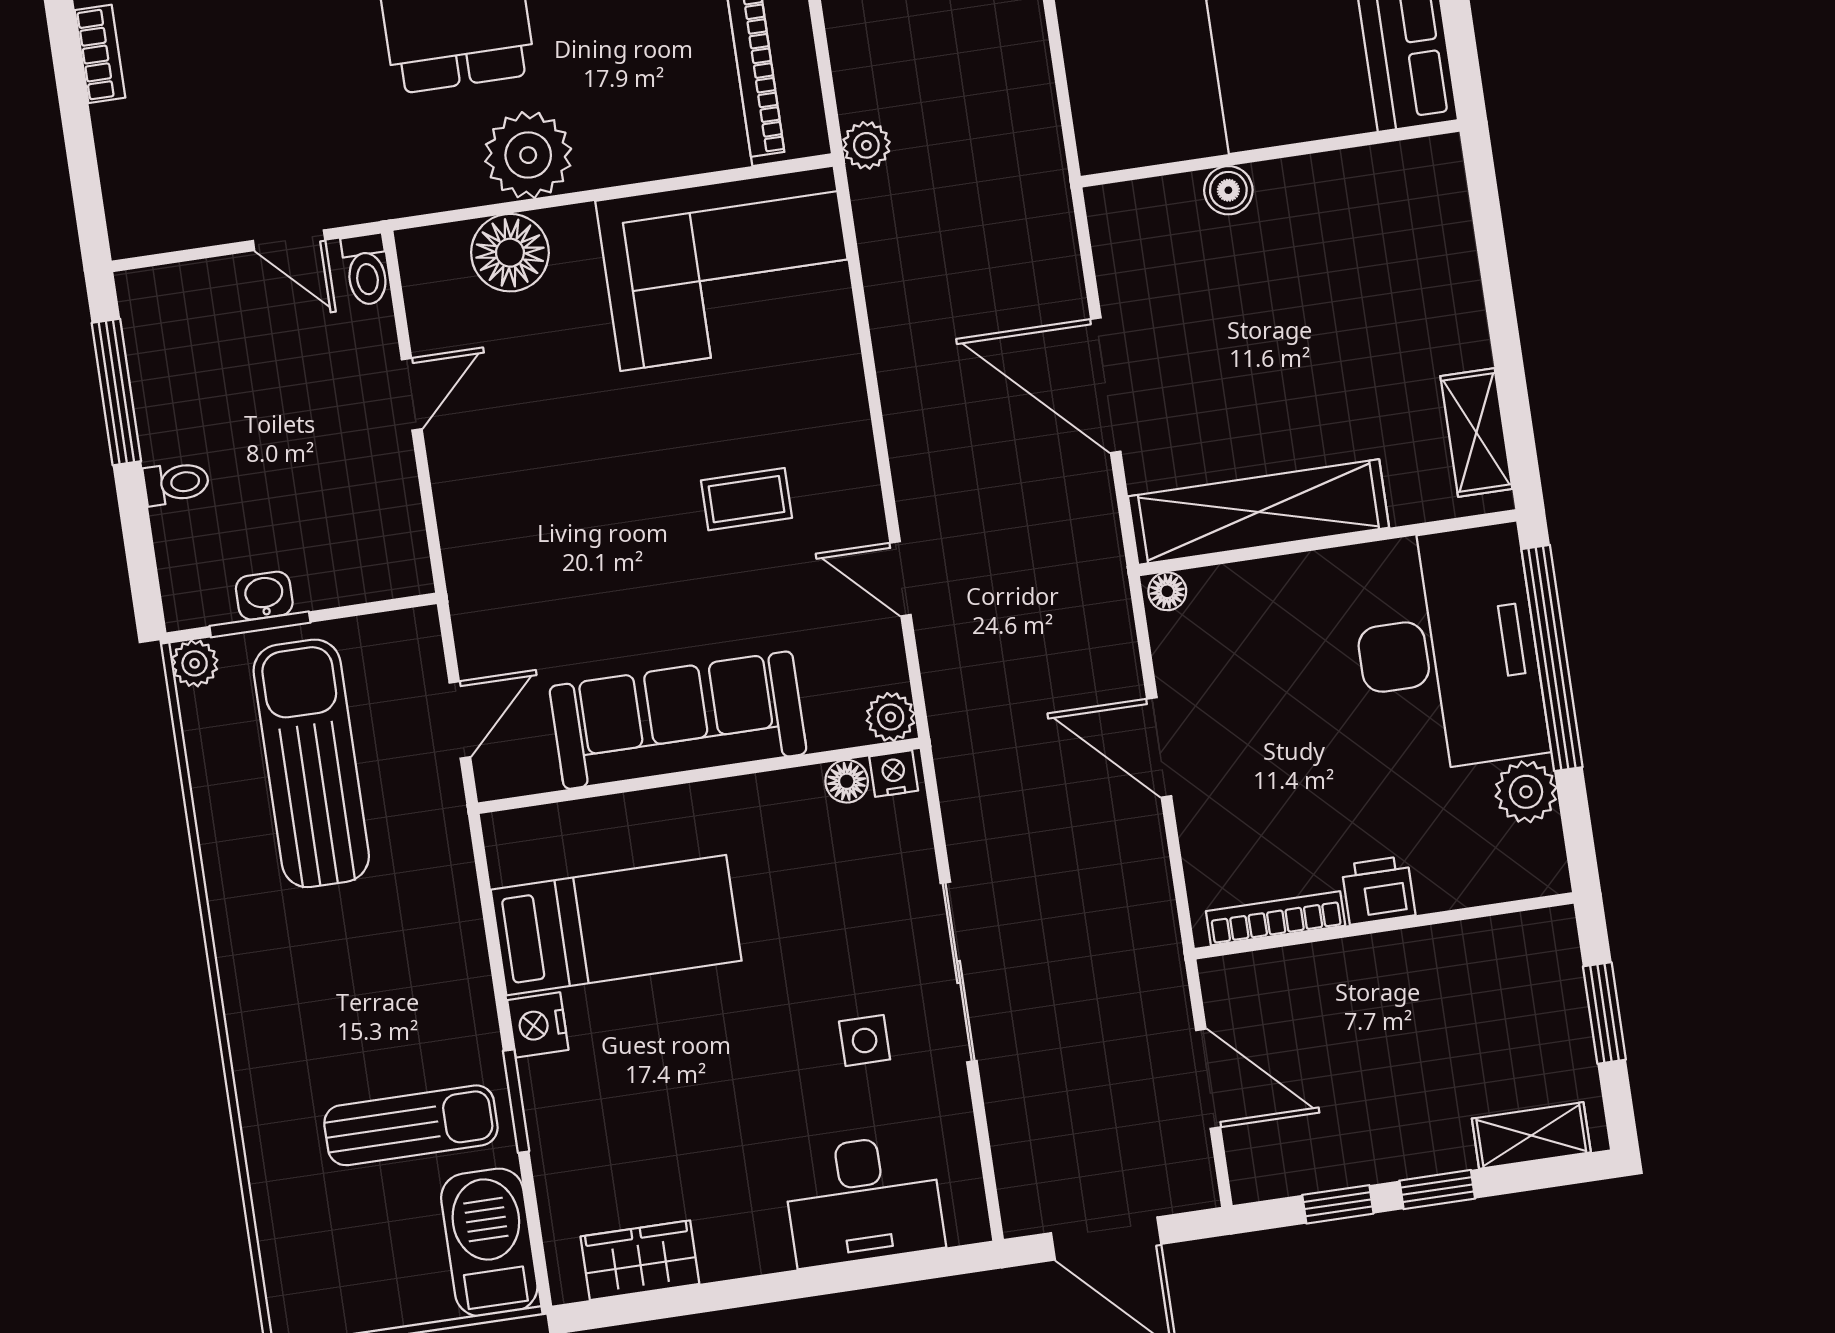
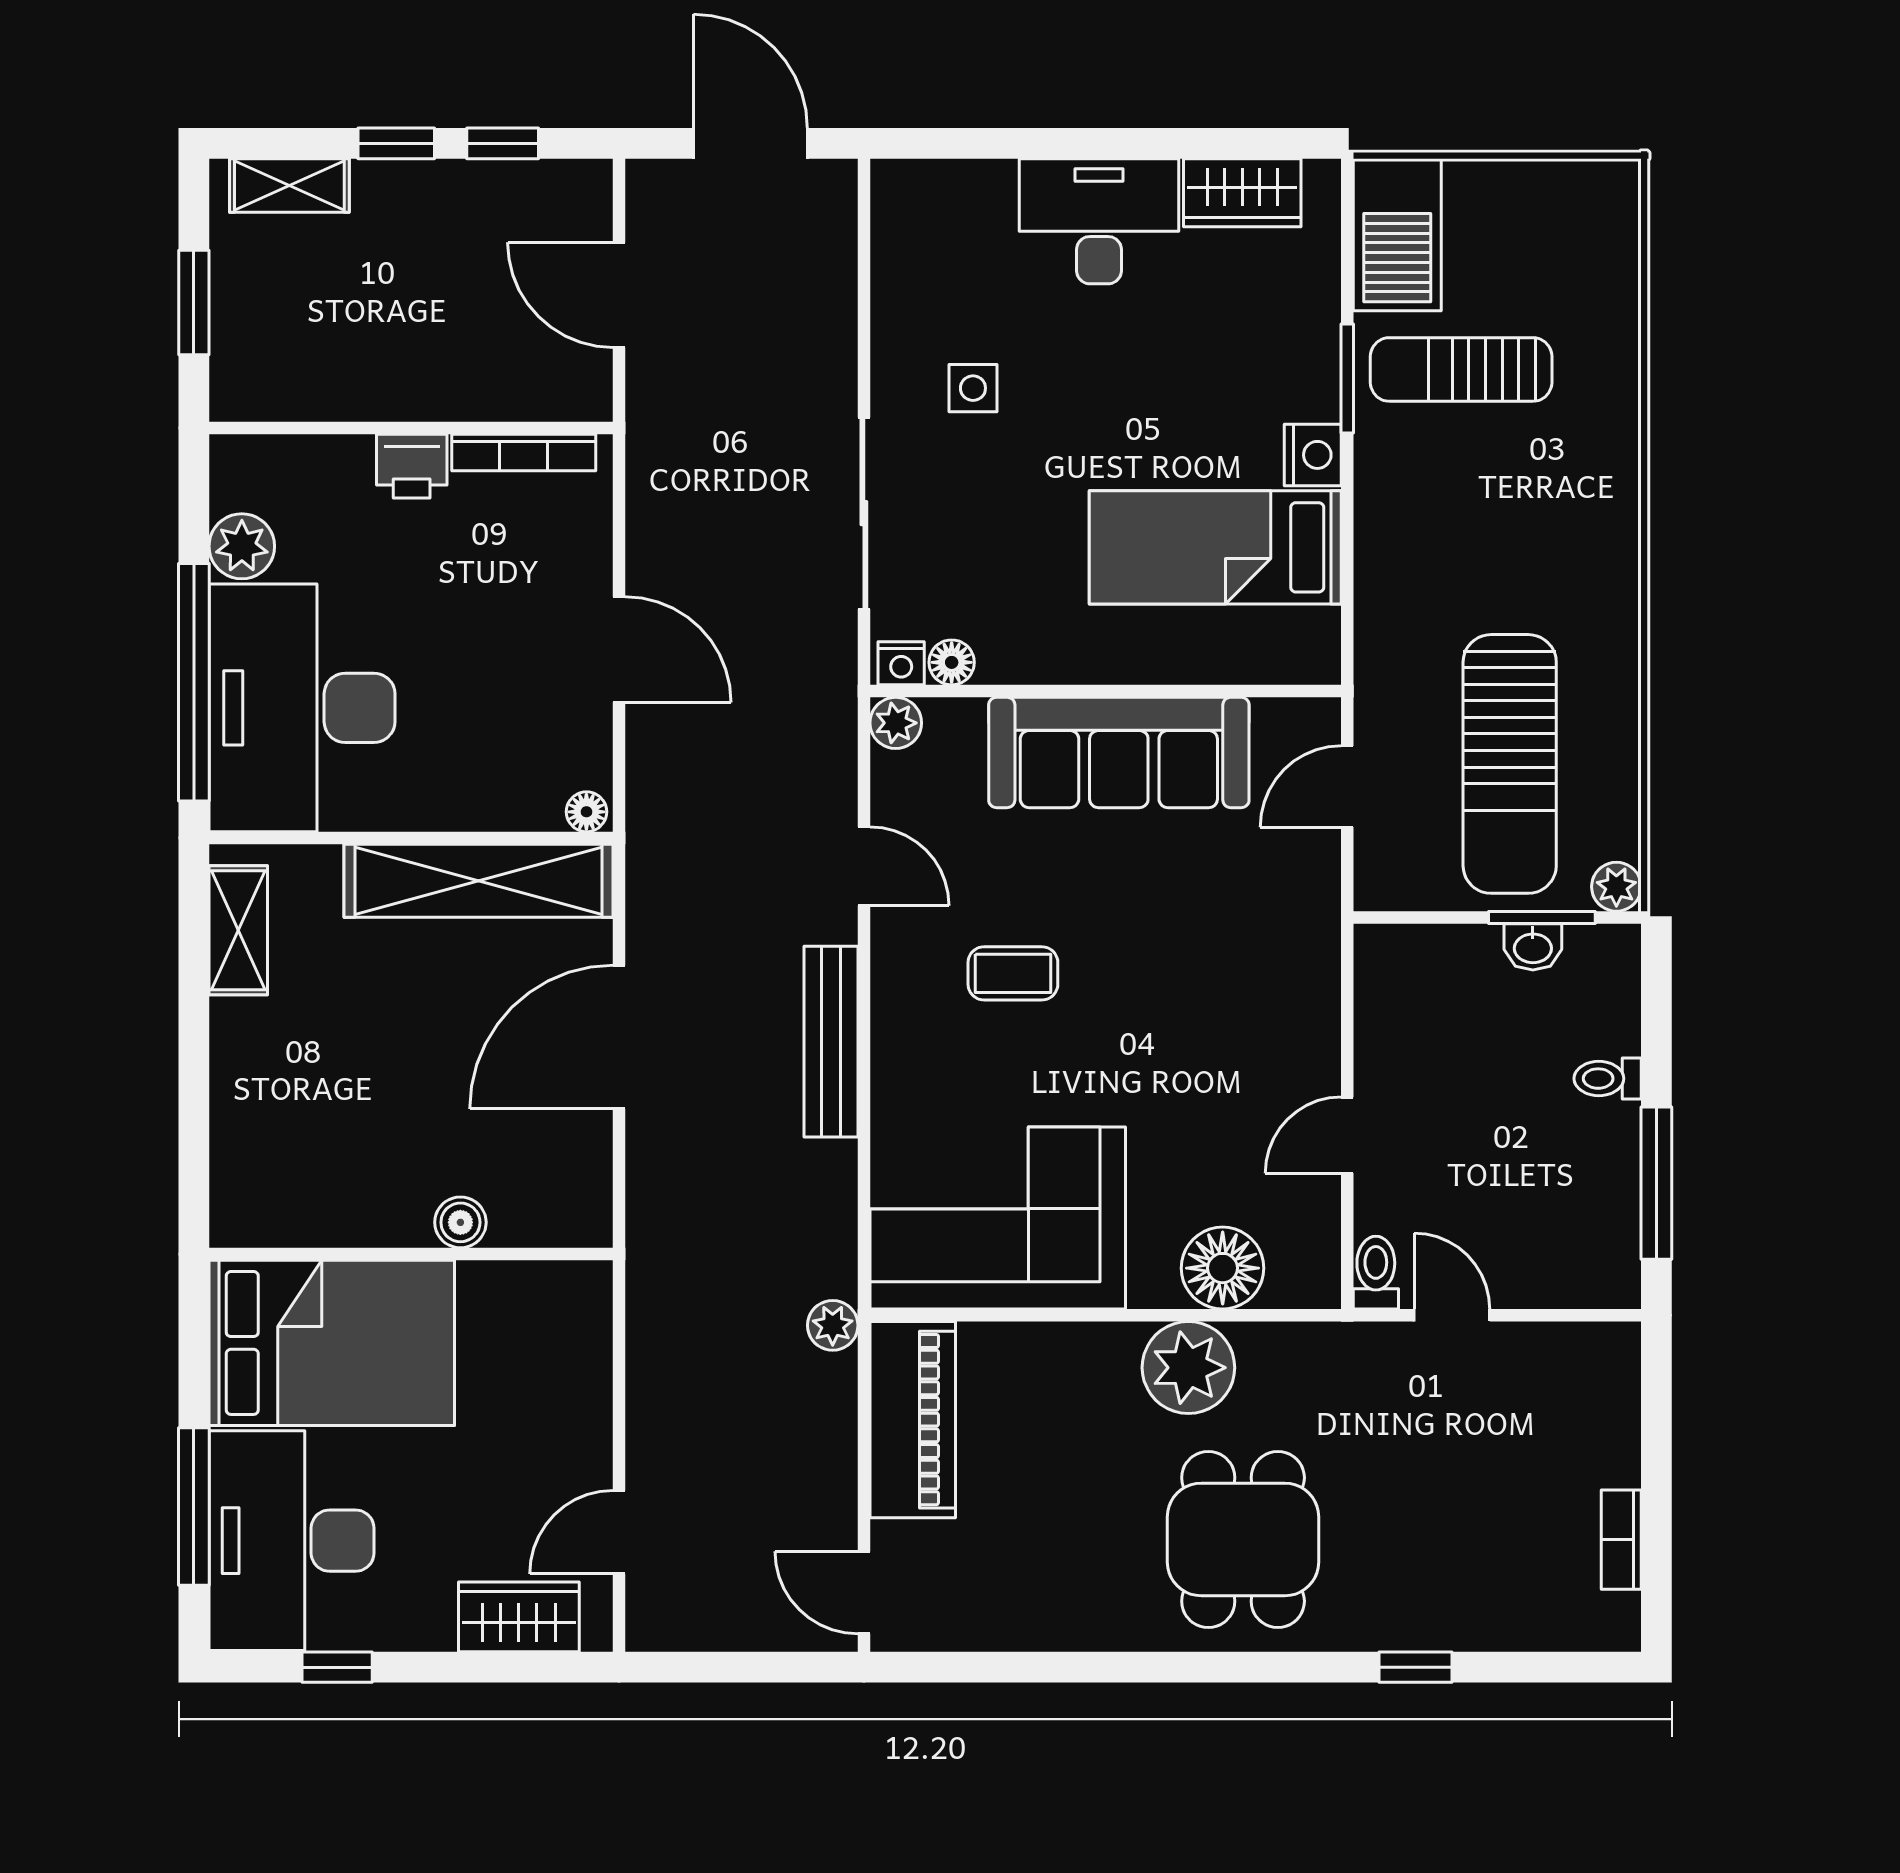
door: (1106, 385) -> (619, 1037), swing flipped
bench: (907, 410) -> (831, 1042), added
sliding door: (959, 972) -> (864, 513), moved
desk: (863, 1200) -> (1099, 221), moved

